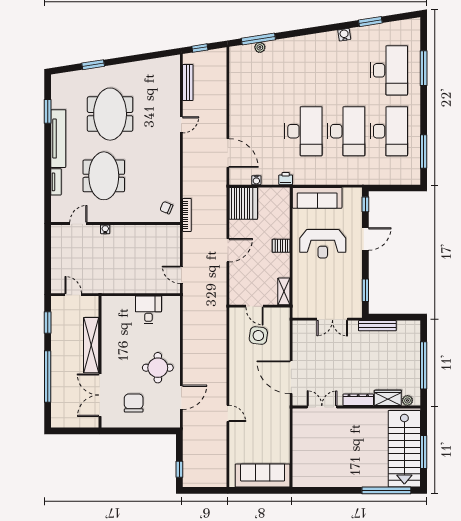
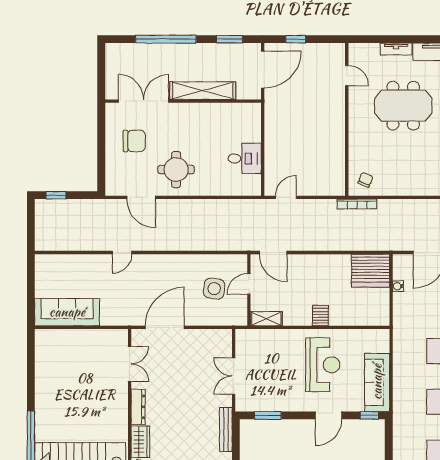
printer: (286, 179) -> (400, 321), removed
sofa: (317, 198) -> (377, 382), moved
water cooler: (105, 229) -> (340, 107), removed
door: (365, 239) -> (328, 415), hinge flipped
reception desk: (323, 244) -> (323, 365), turned 180
door: (228, 250) -> (273, 253), moved
window: (48, 267) -> (296, 39), added
door: (73, 295) -> (263, 70), width x1.87
sofa: (263, 475) -> (67, 312), moved, turned -90

